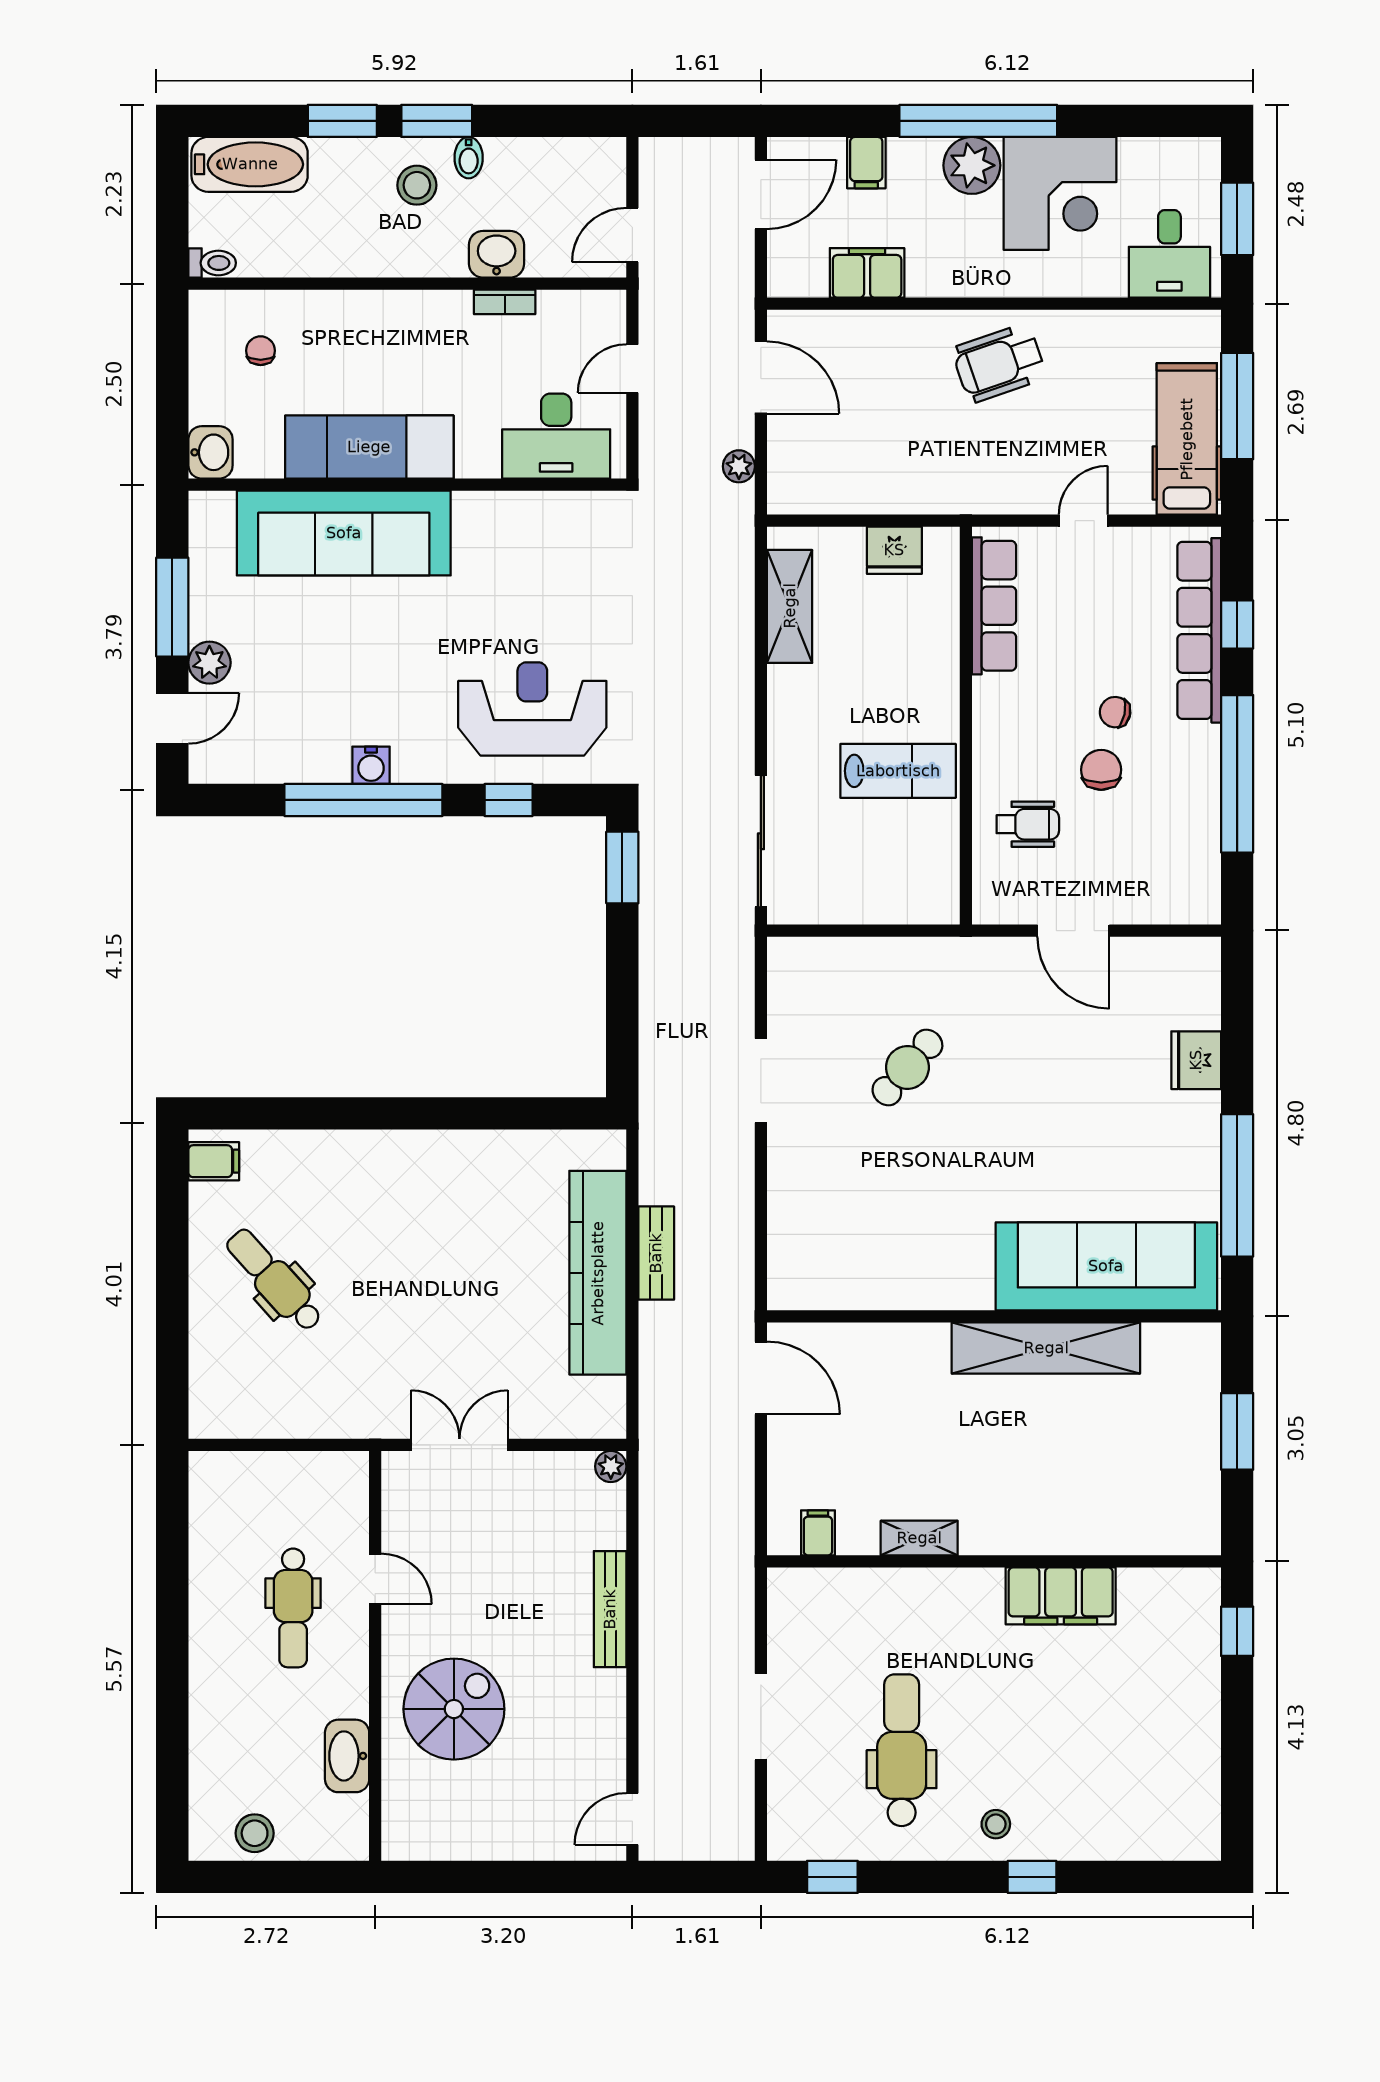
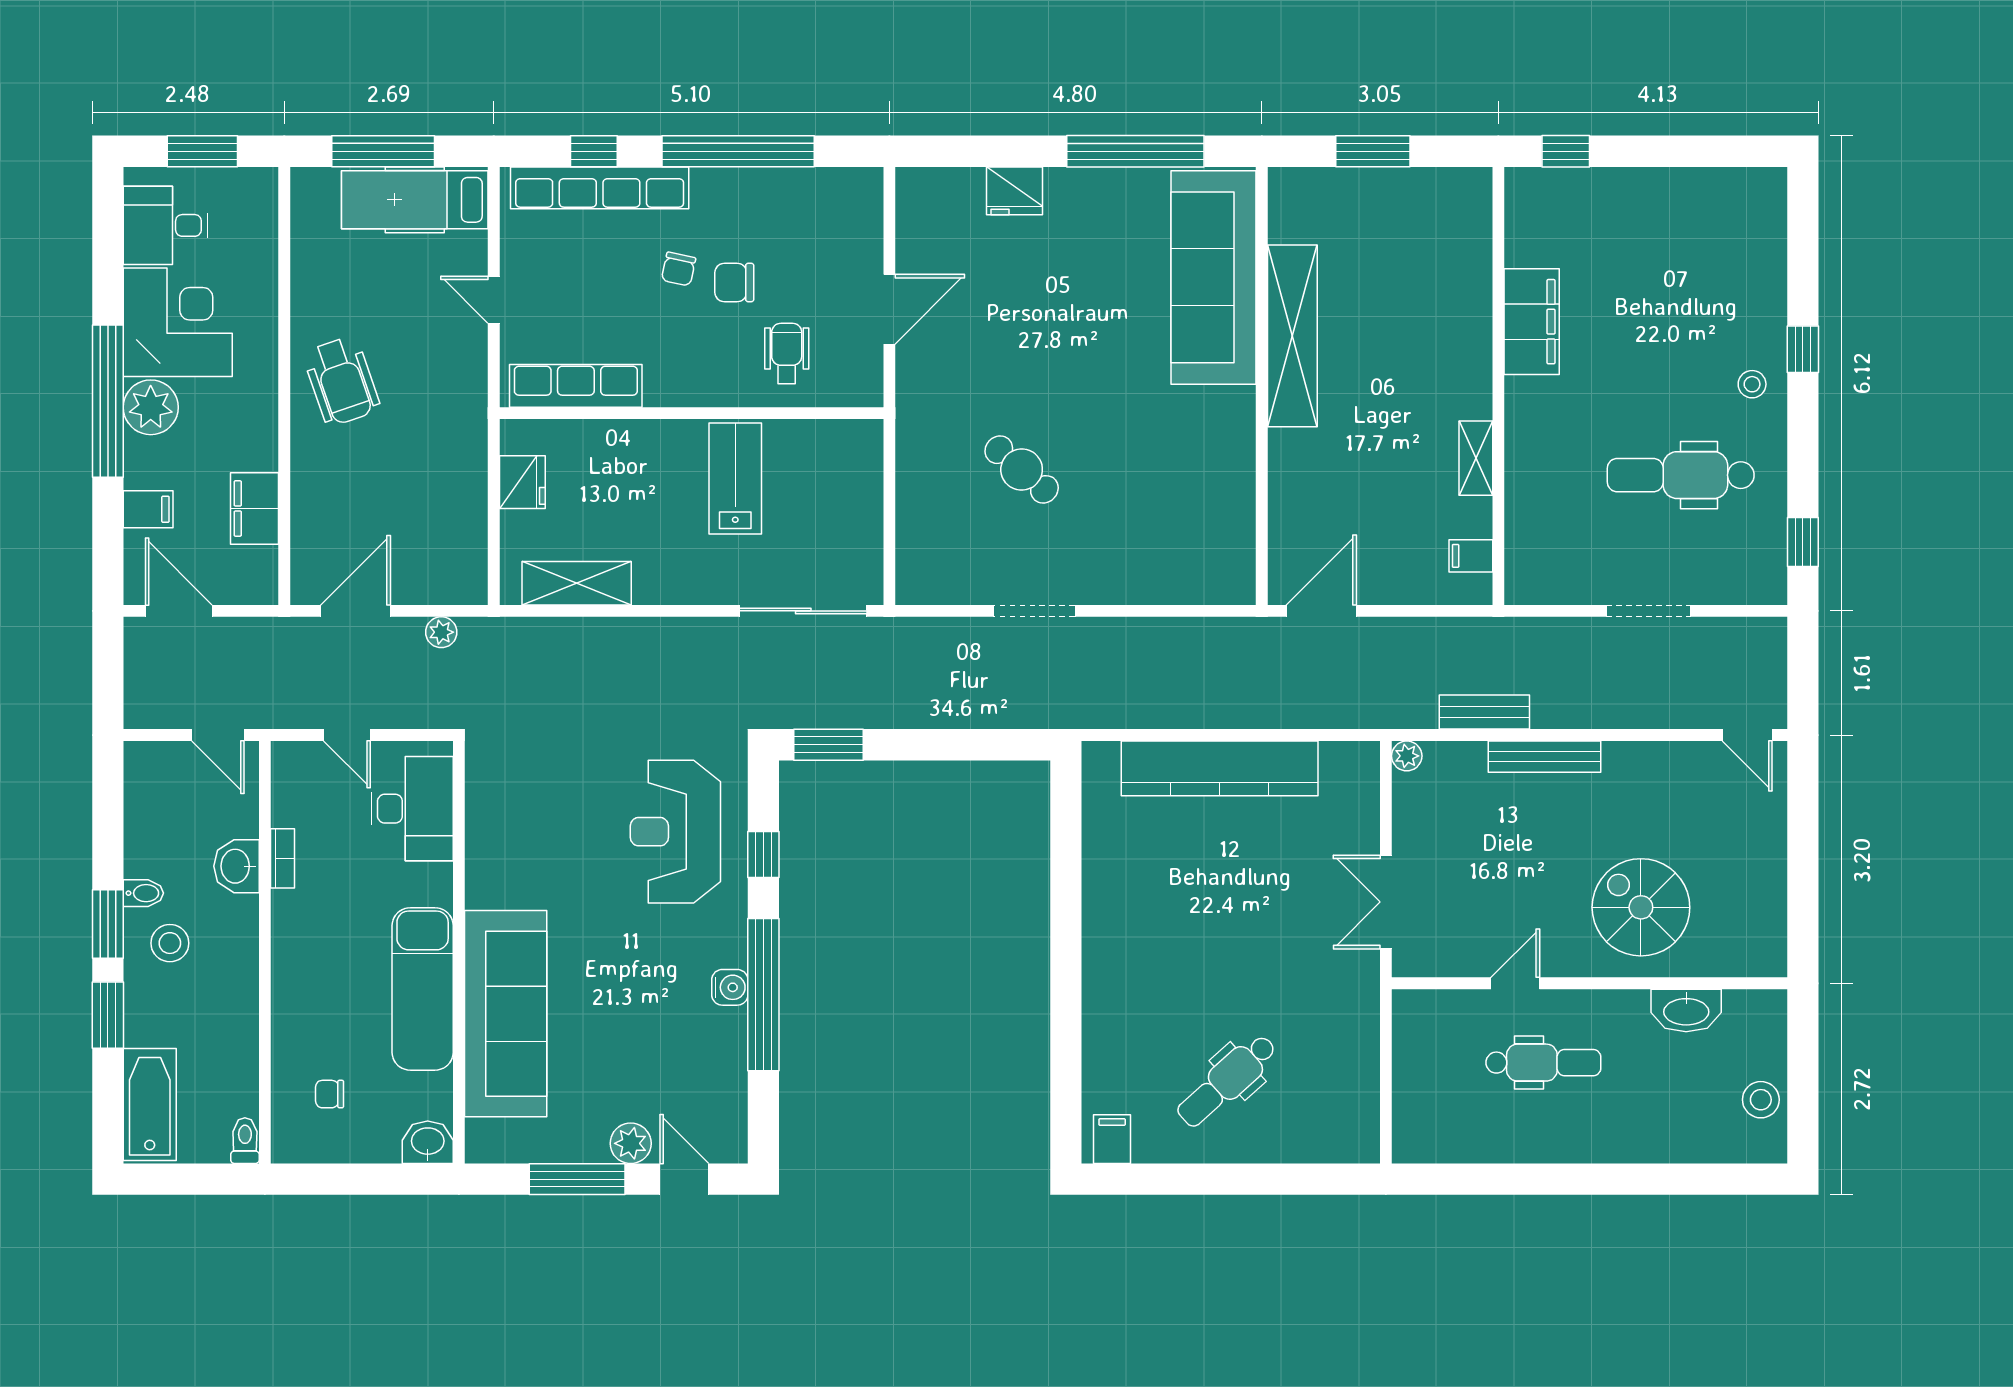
desk: (1169, 254) -> (166, 225), moved, turned 180
bench: (656, 1253) -> (1484, 712), moved

